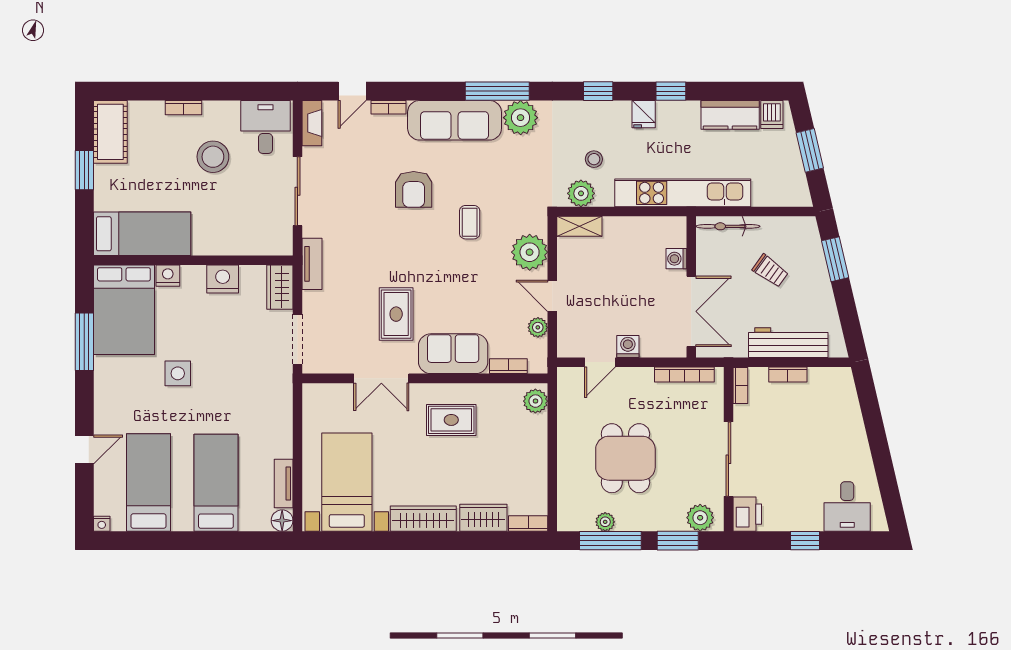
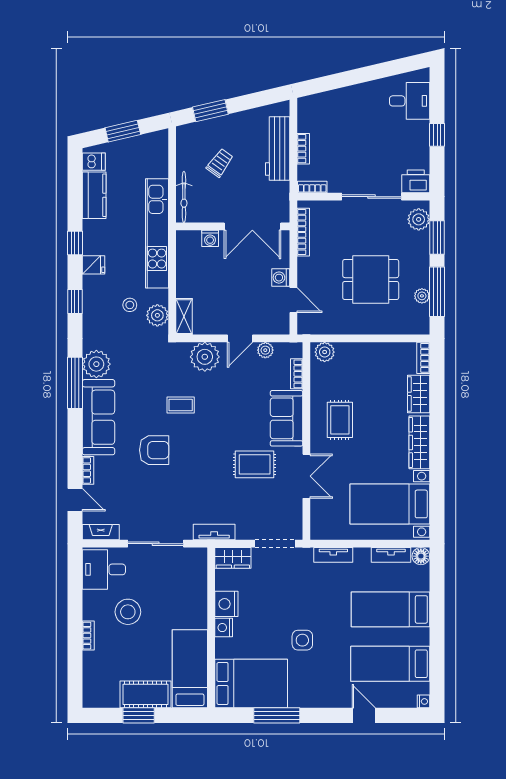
cot: (110, 132) -> (145, 694), moved
nightstand: (168, 276) -> (224, 628), moved
double door: (691, 311) -> (252, 226), swing flipped
tv unit: (284, 412) -> (333, 555), added

